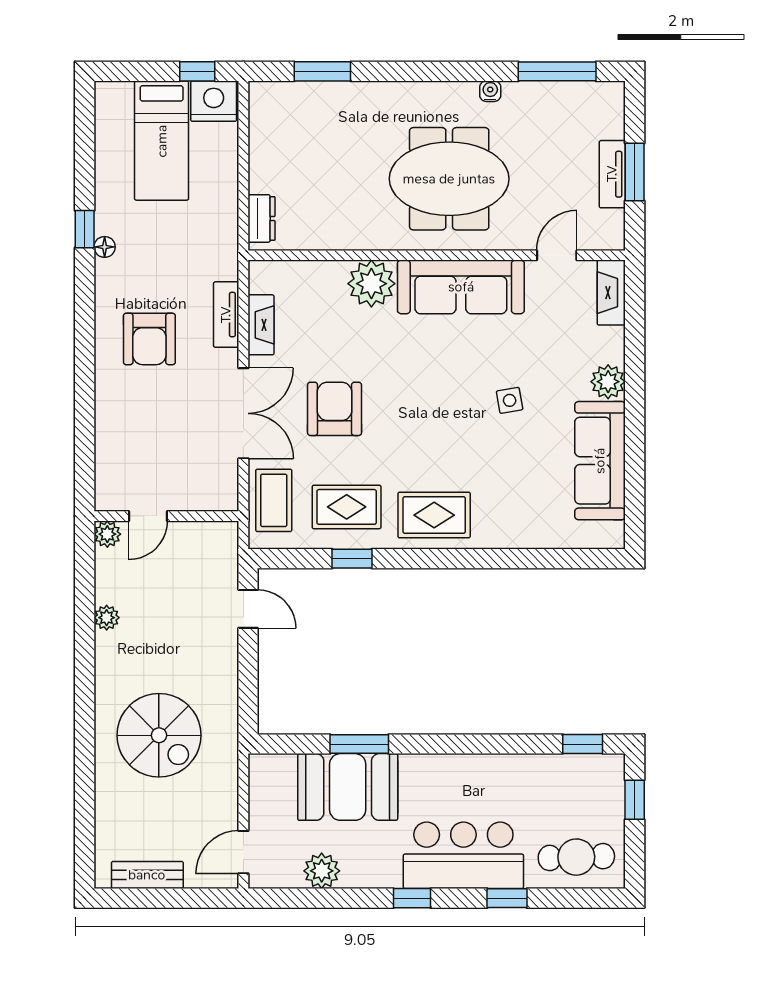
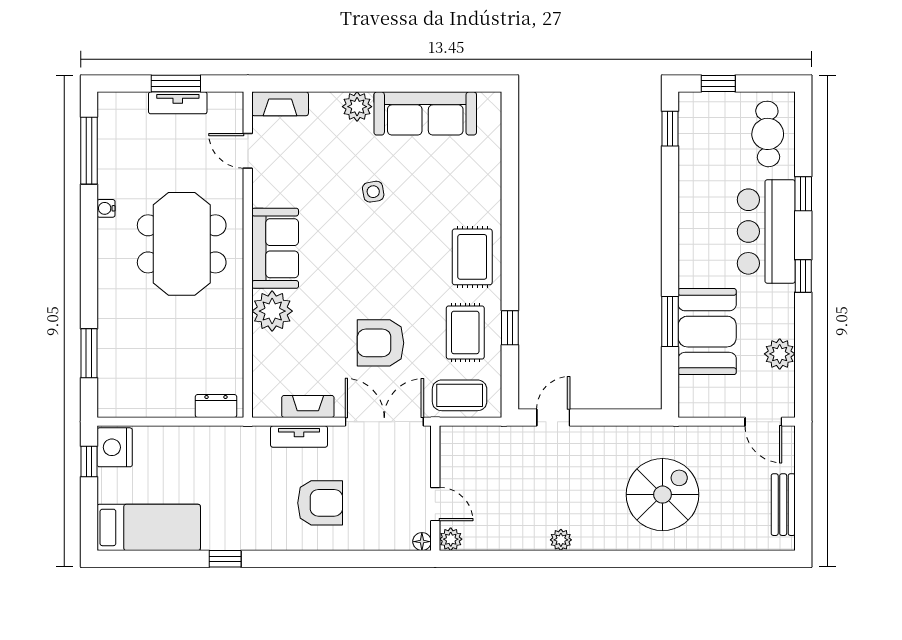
bed: (162, 141) -> (149, 527), moved
floor lamp: (105, 247) -> (422, 542), moved
sofa: (461, 287) -> (275, 248), width x0.73
door: (148, 516) -> (435, 504), moved
wall: (166, 516) -> (435, 488), moved
plant: (107, 534) -> (451, 539), moved

